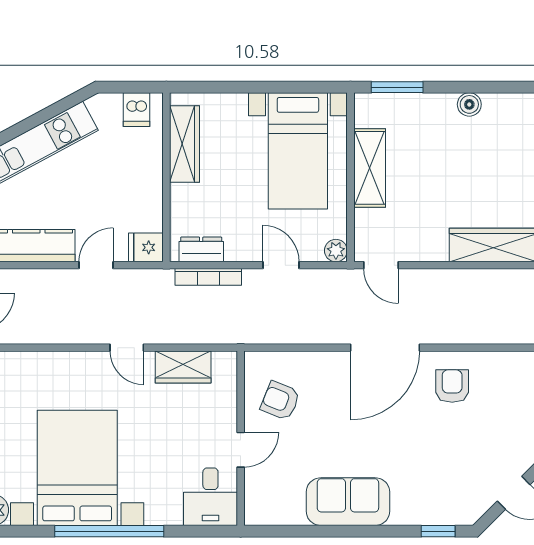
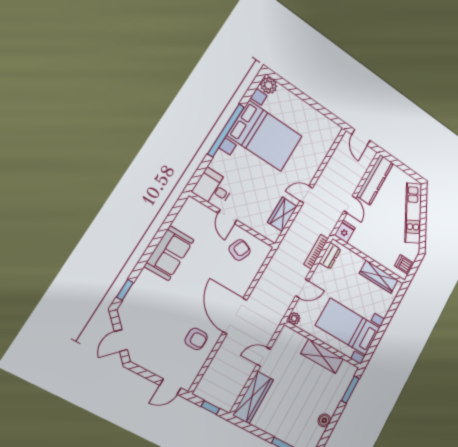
door: (381, 265) -> (264, 357), moved

